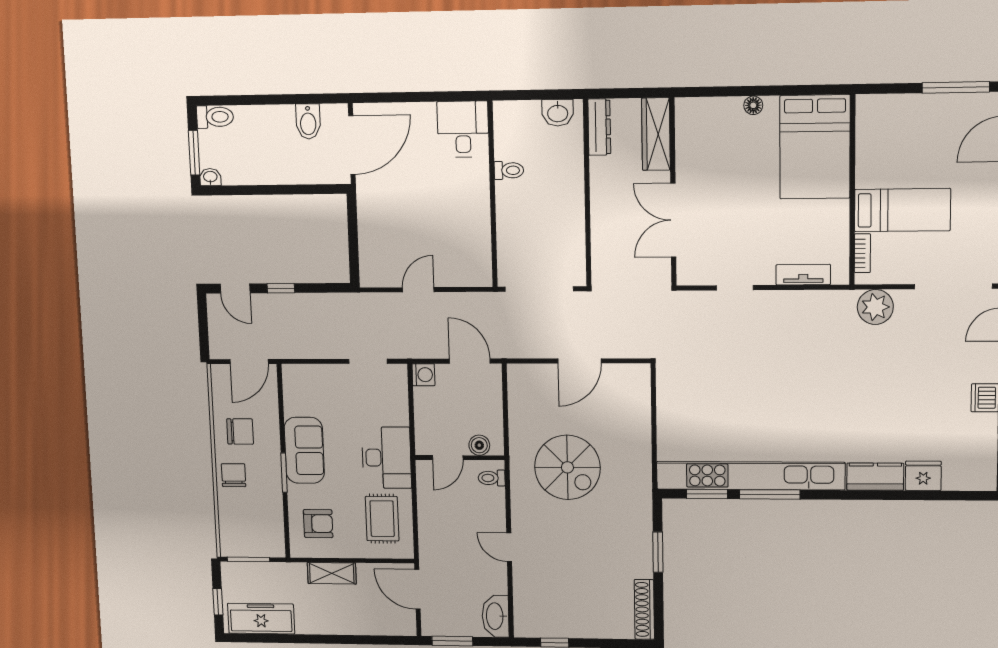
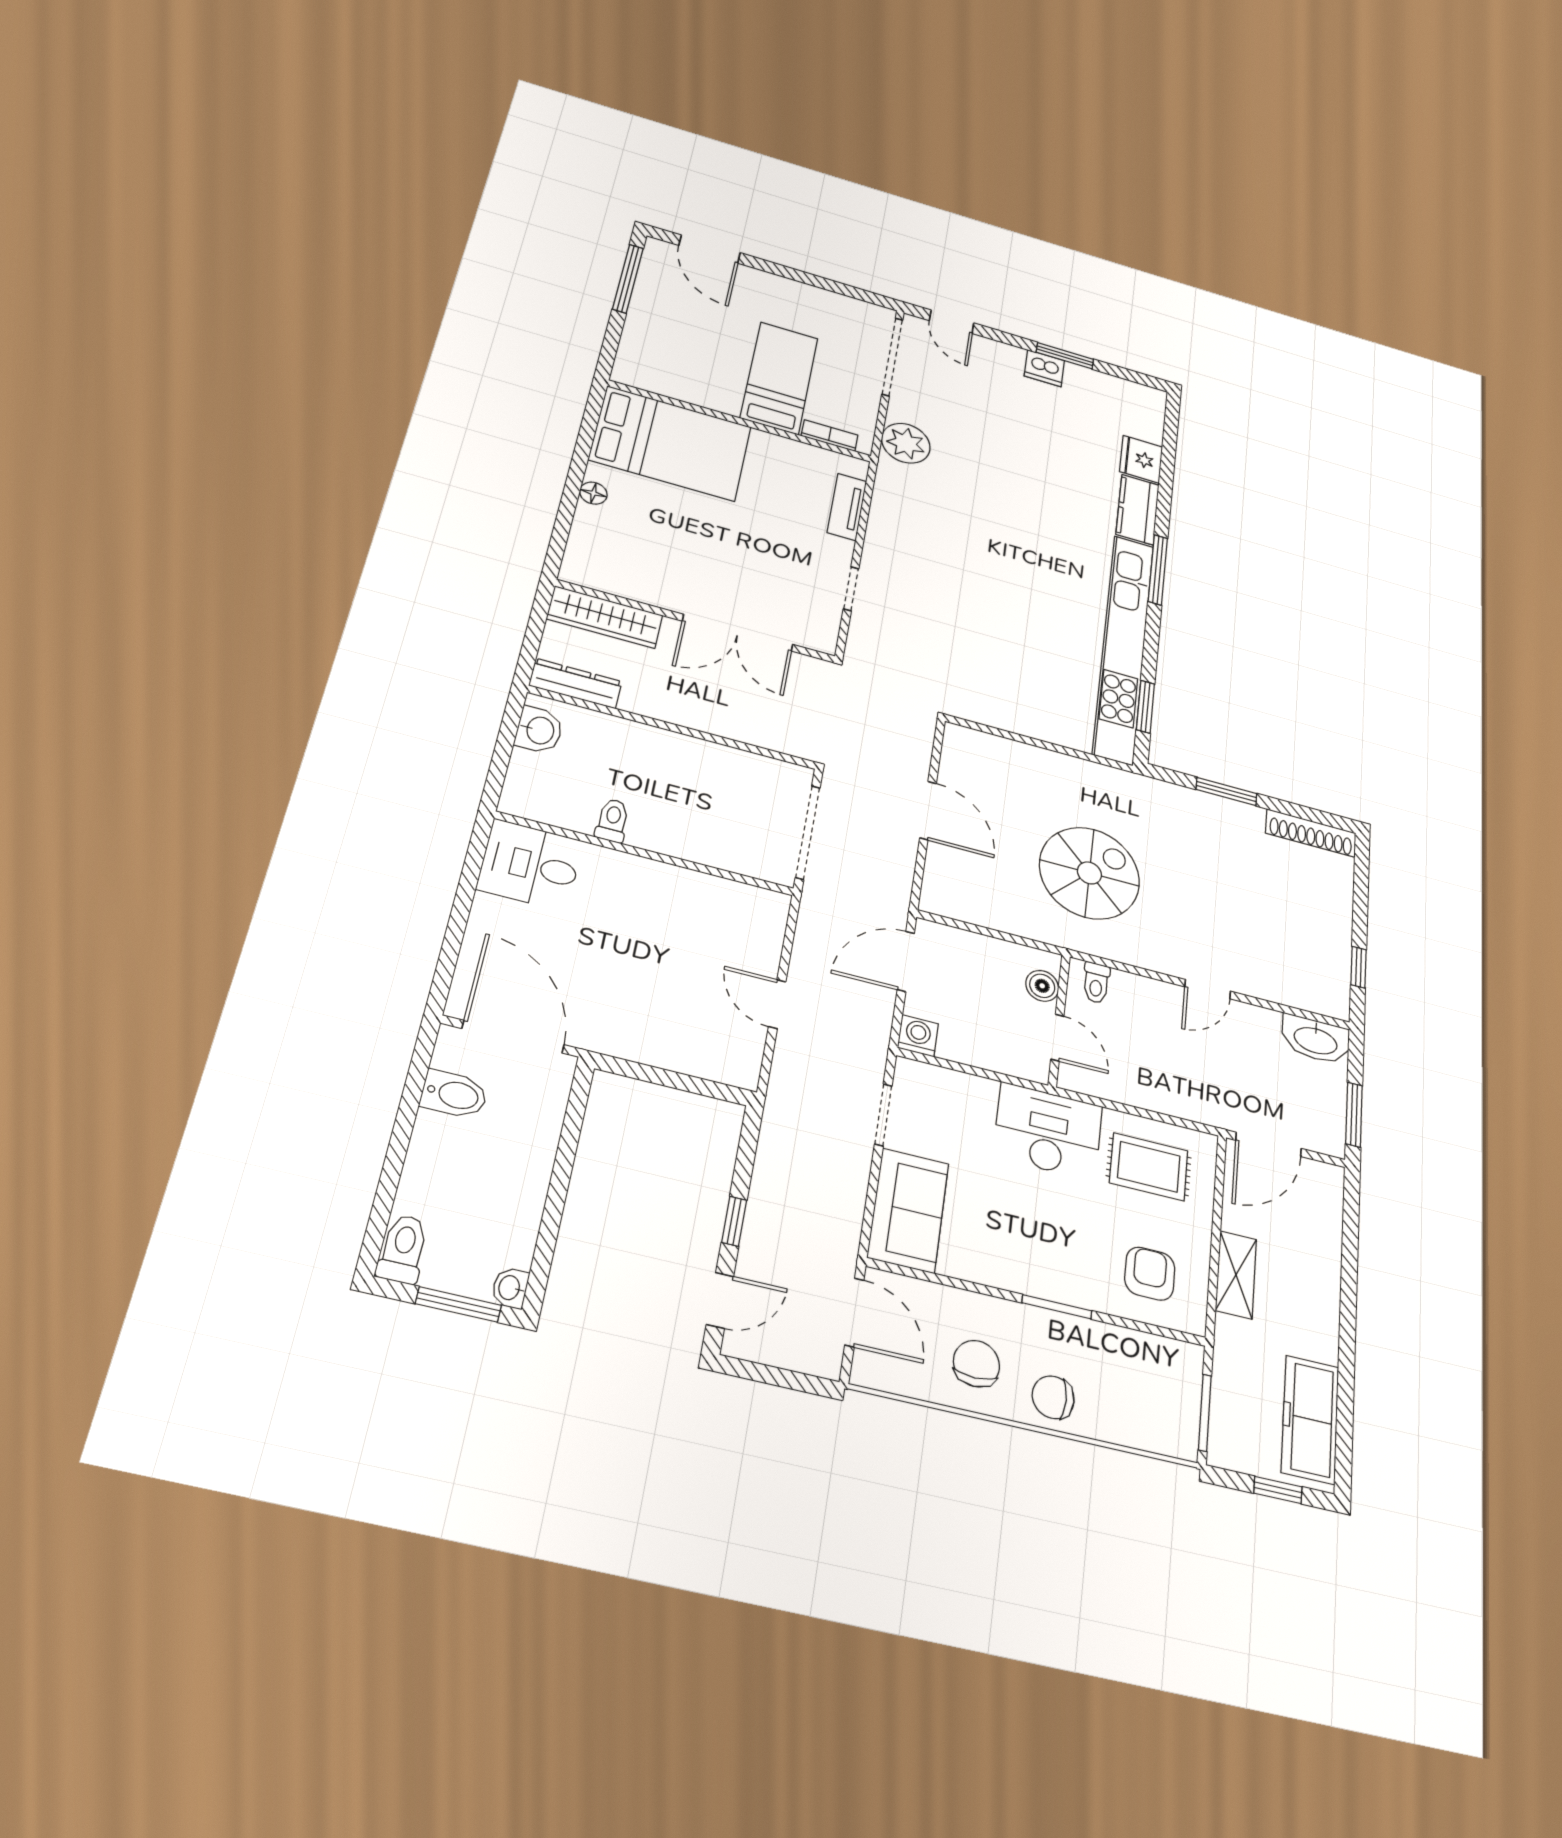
sofa: (304, 450) -> (908, 1210), moved, turned 90
window: (770, 494) -> (1158, 570), moved

